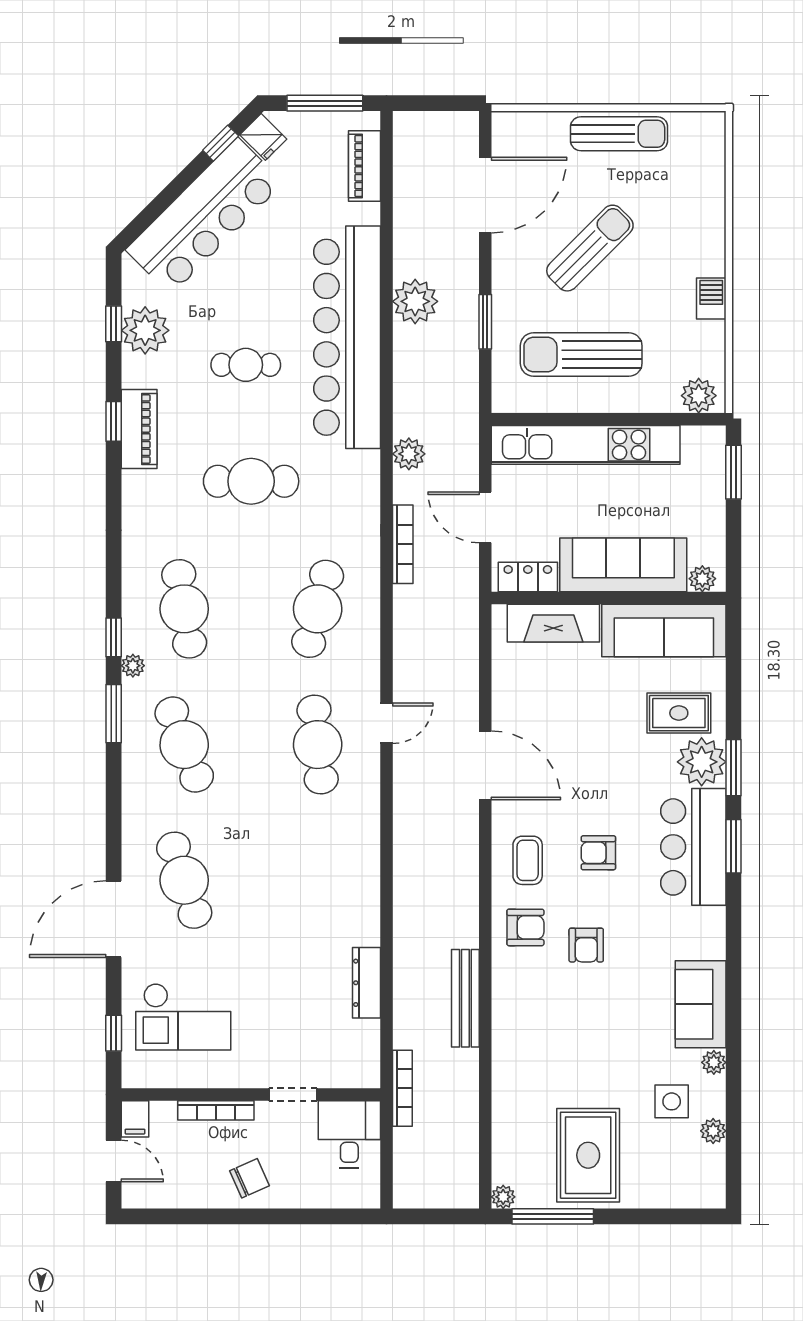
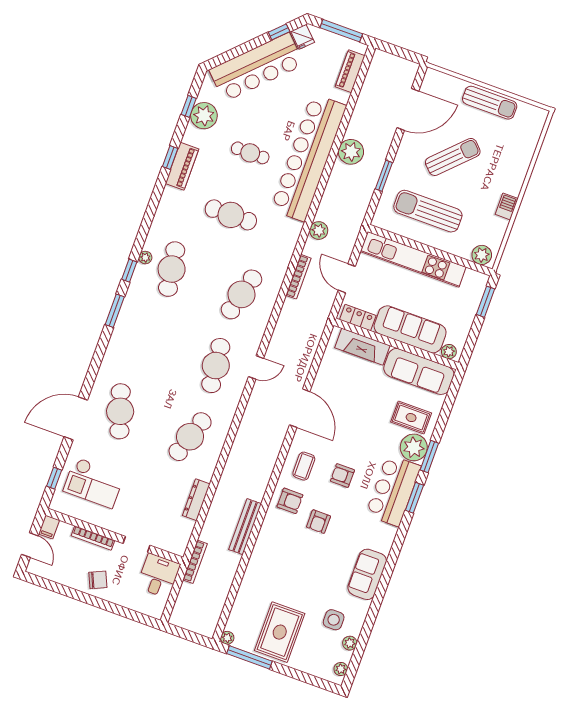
plant: (133, 666) -> (145, 258), moved
cafe table: (184, 745) -> (190, 437), moved, turned 39
plant: (714, 1062) -> (341, 669), moved

